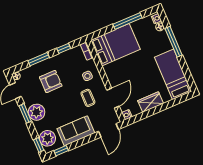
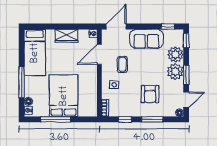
bed: (115, 45) -> (64, 96), moved, turned 90
armchair: (51, 81) -> (150, 94), turned -90
plant: (47, 138) -> (175, 55), moved

